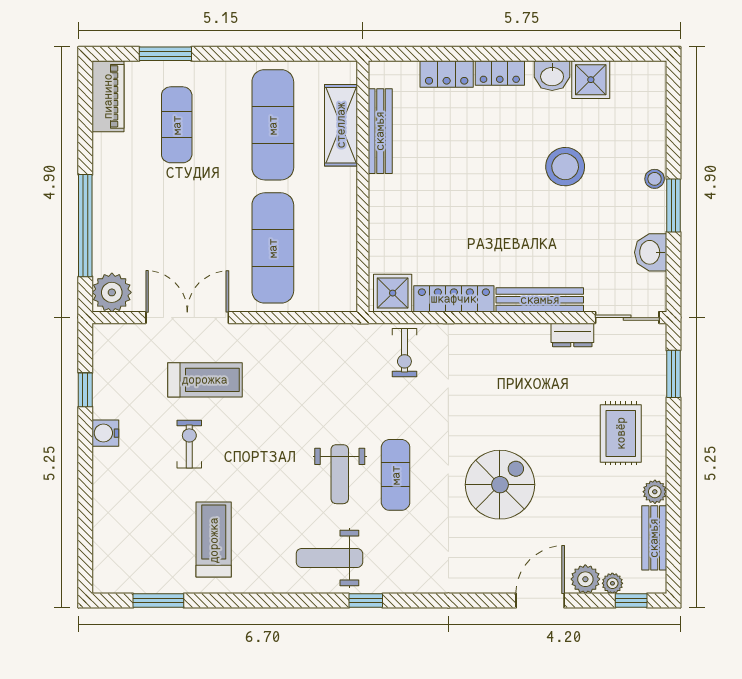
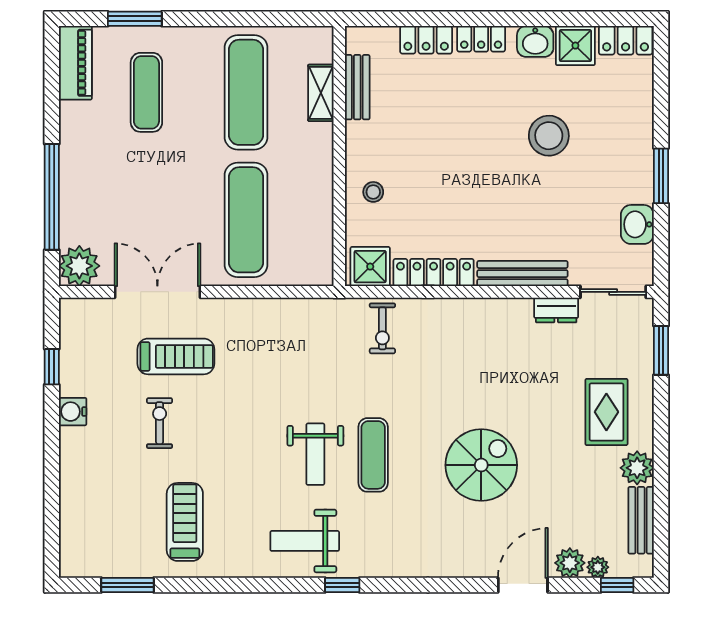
locker: (639, 75) -> (626, 40), added
shelving: (341, 125) -> (321, 93), width x0.67, depth x0.75
bench: (380, 131) -> (357, 87), width x0.73
stool: (655, 179) -> (373, 192), moved
plant: (655, 492) -> (637, 468), width x1.38, depth x1.38

